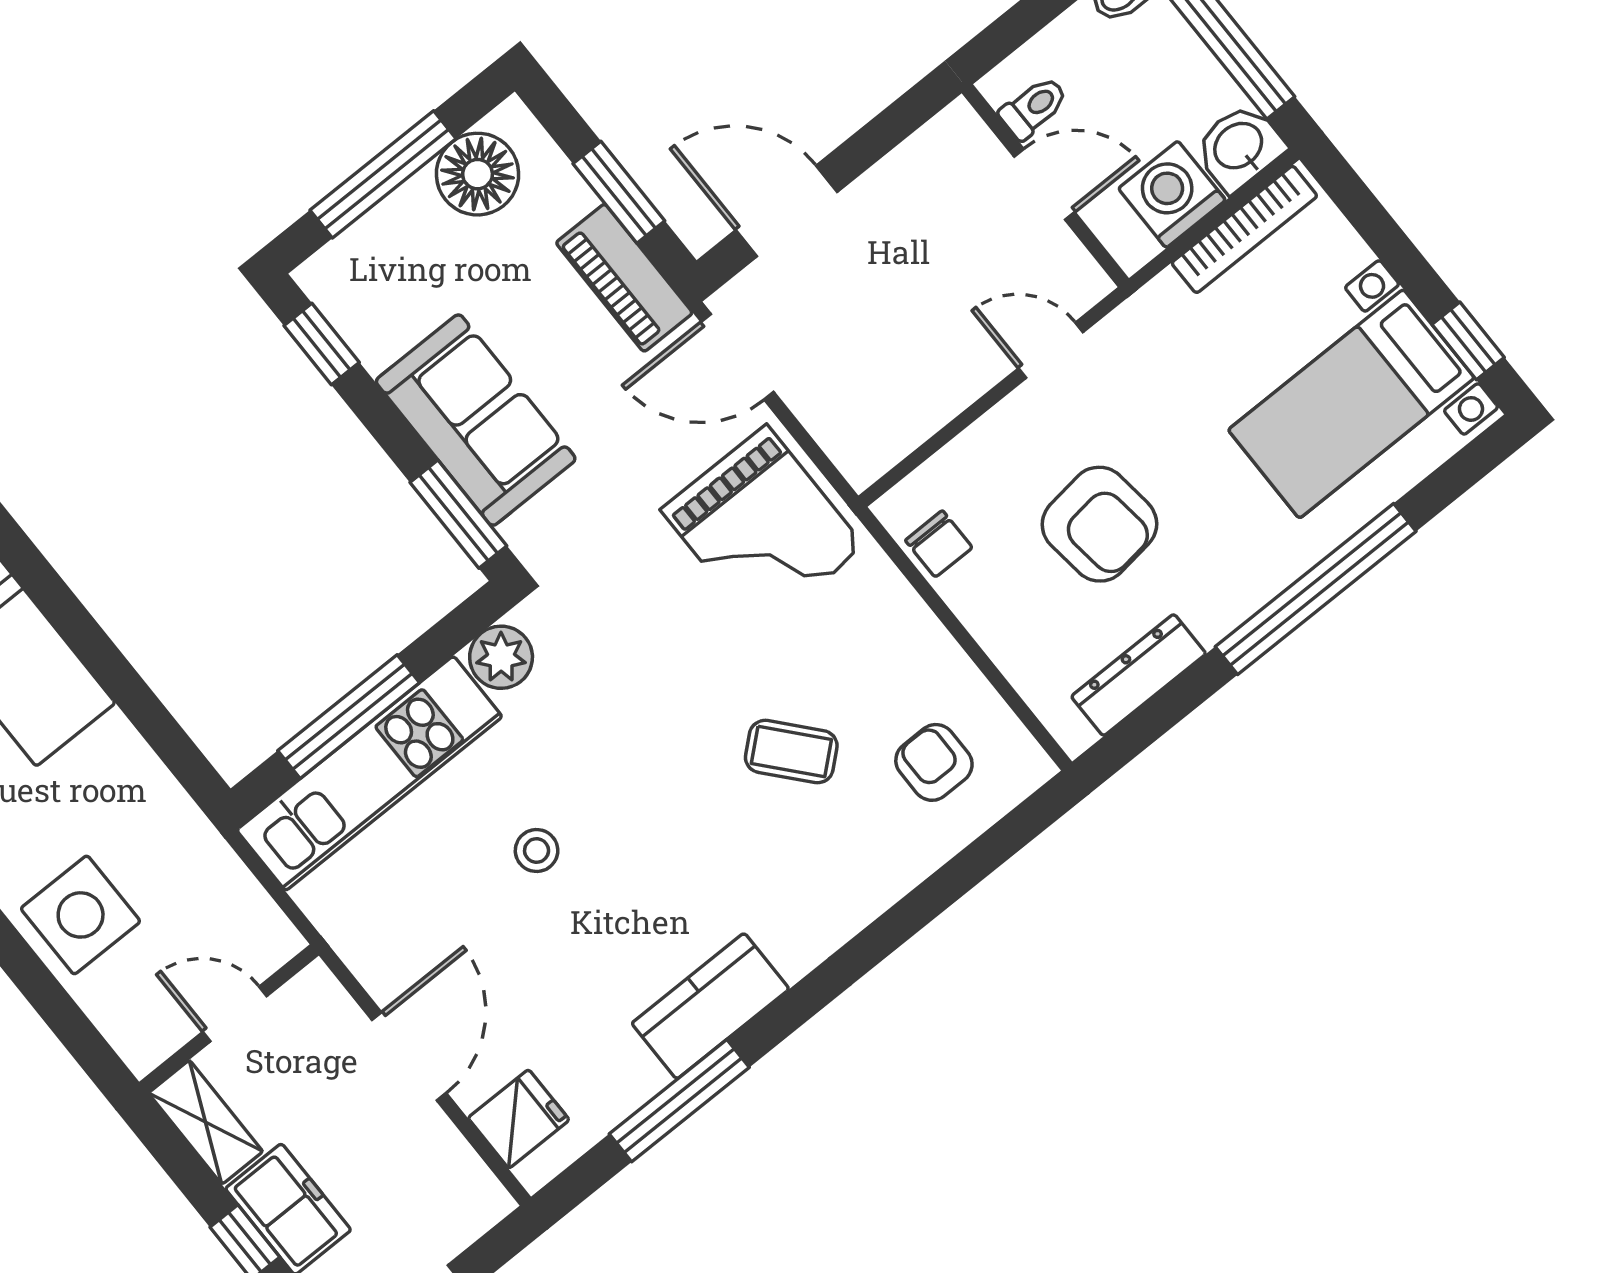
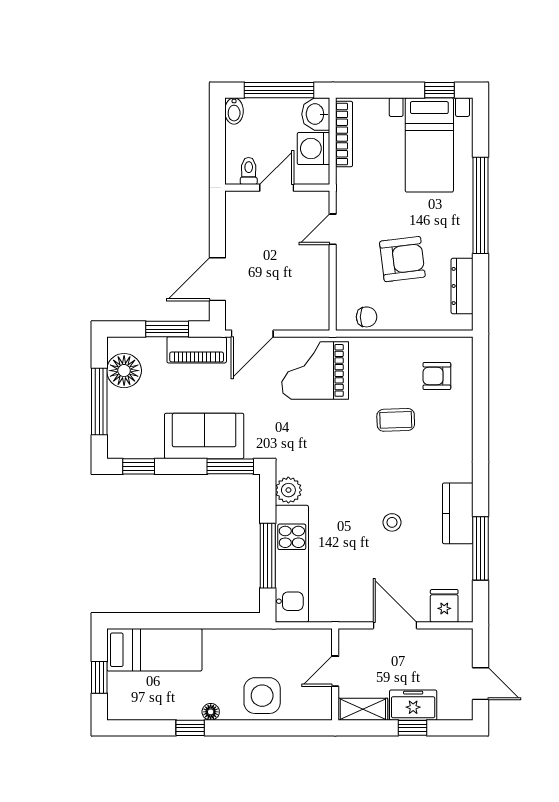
grand piano: (763, 528) -> (315, 370), turned 180
coffee table: (791, 752) -> (396, 420), turned 39
stool: (537, 851) -> (392, 522), moved

